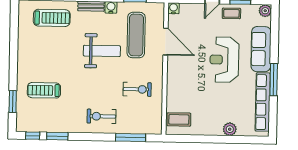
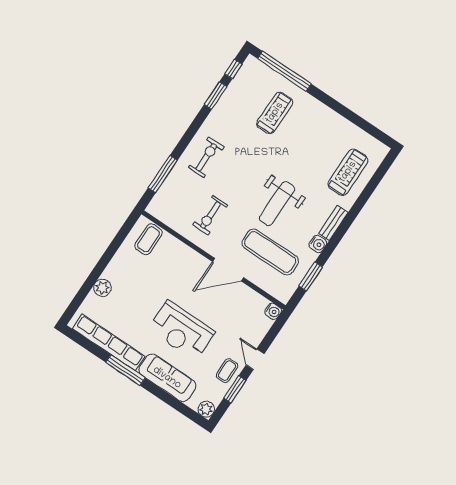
treadmill: (52, 18) -> (348, 172), turned 180
door: (166, 42) -> (228, 270), moved
reception desk: (224, 60) -> (182, 331), turned 180
window: (13, 102) -> (284, 71), width x2.11

